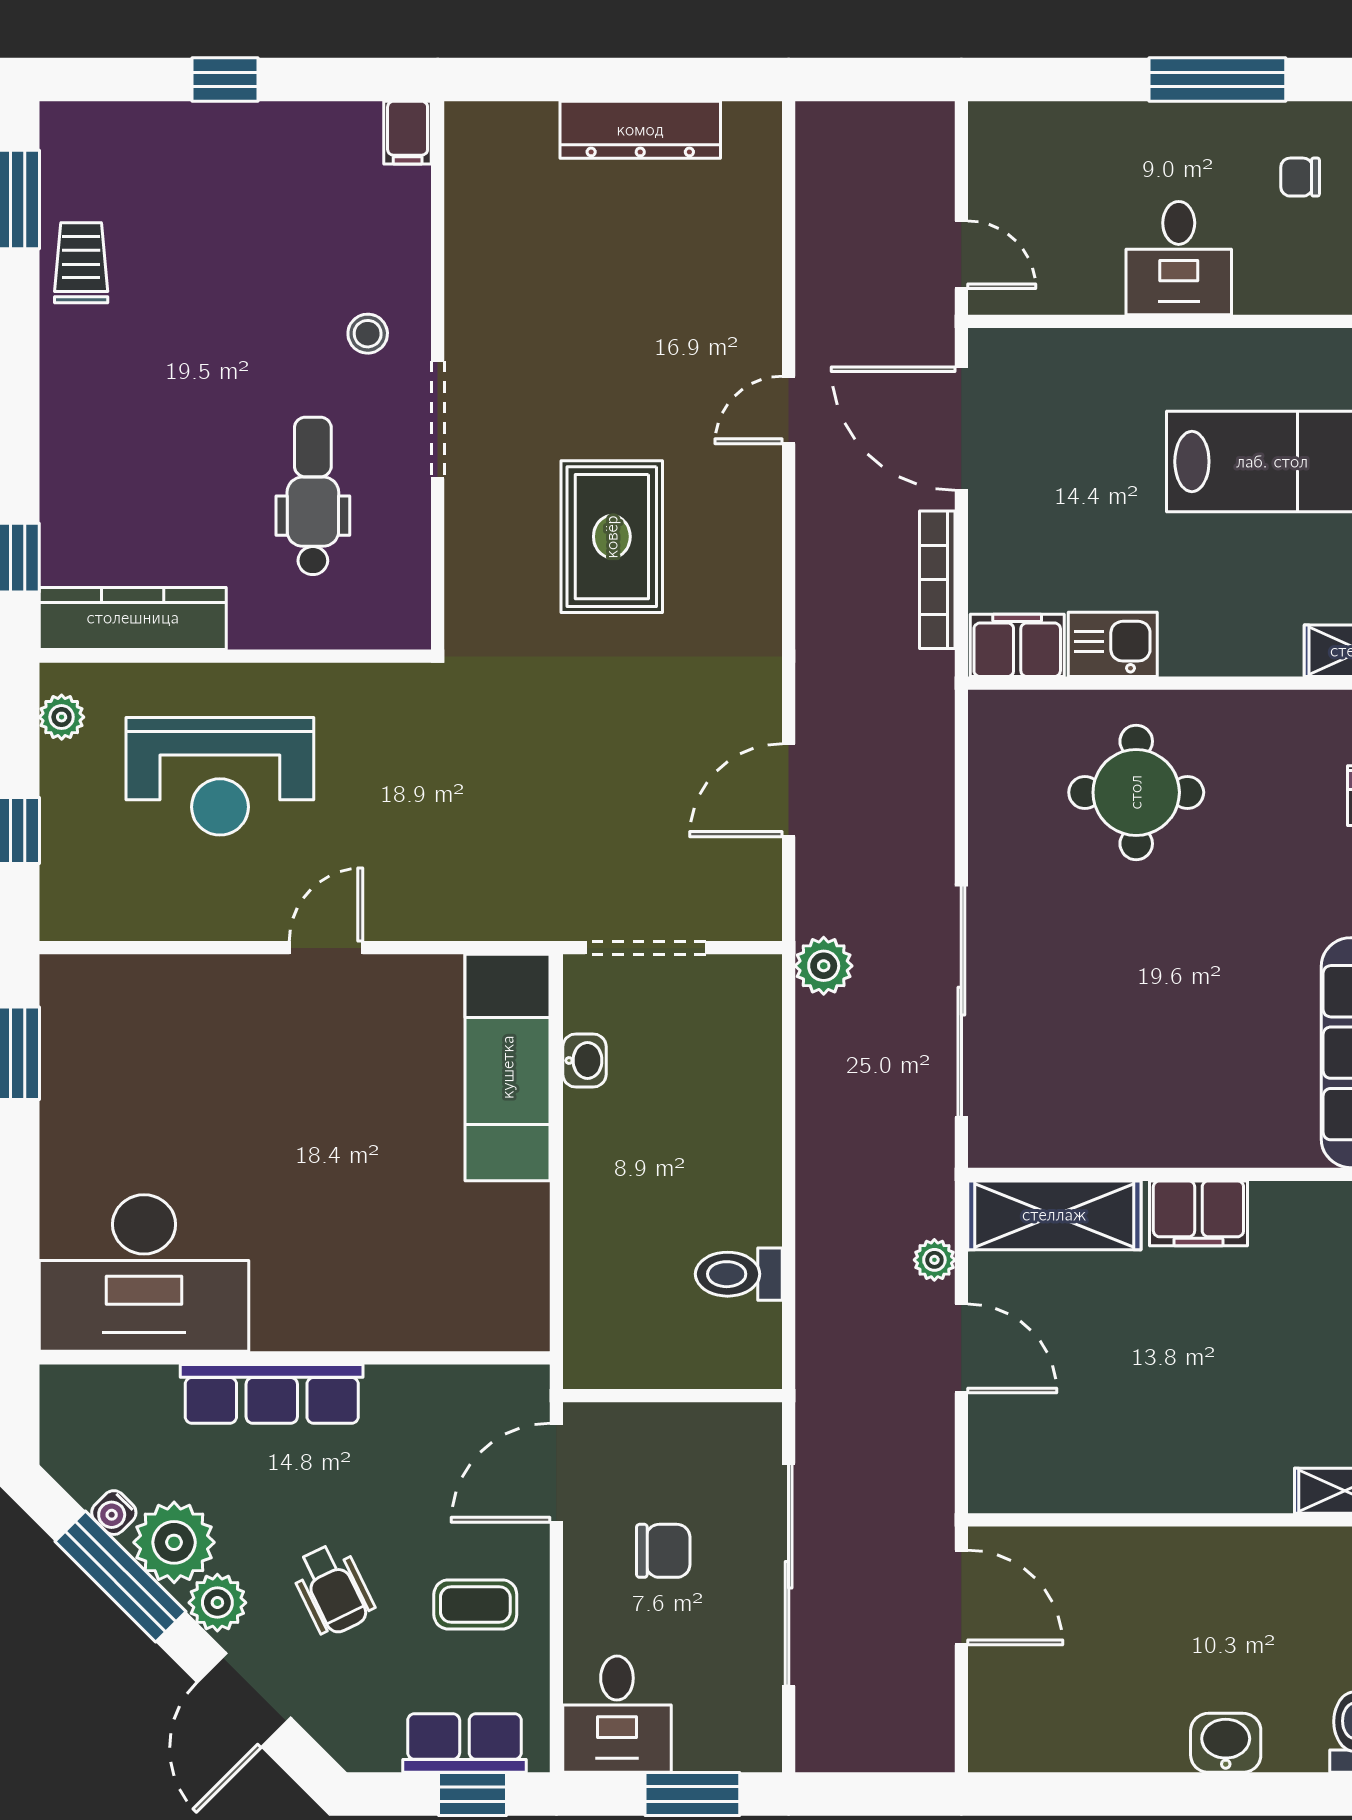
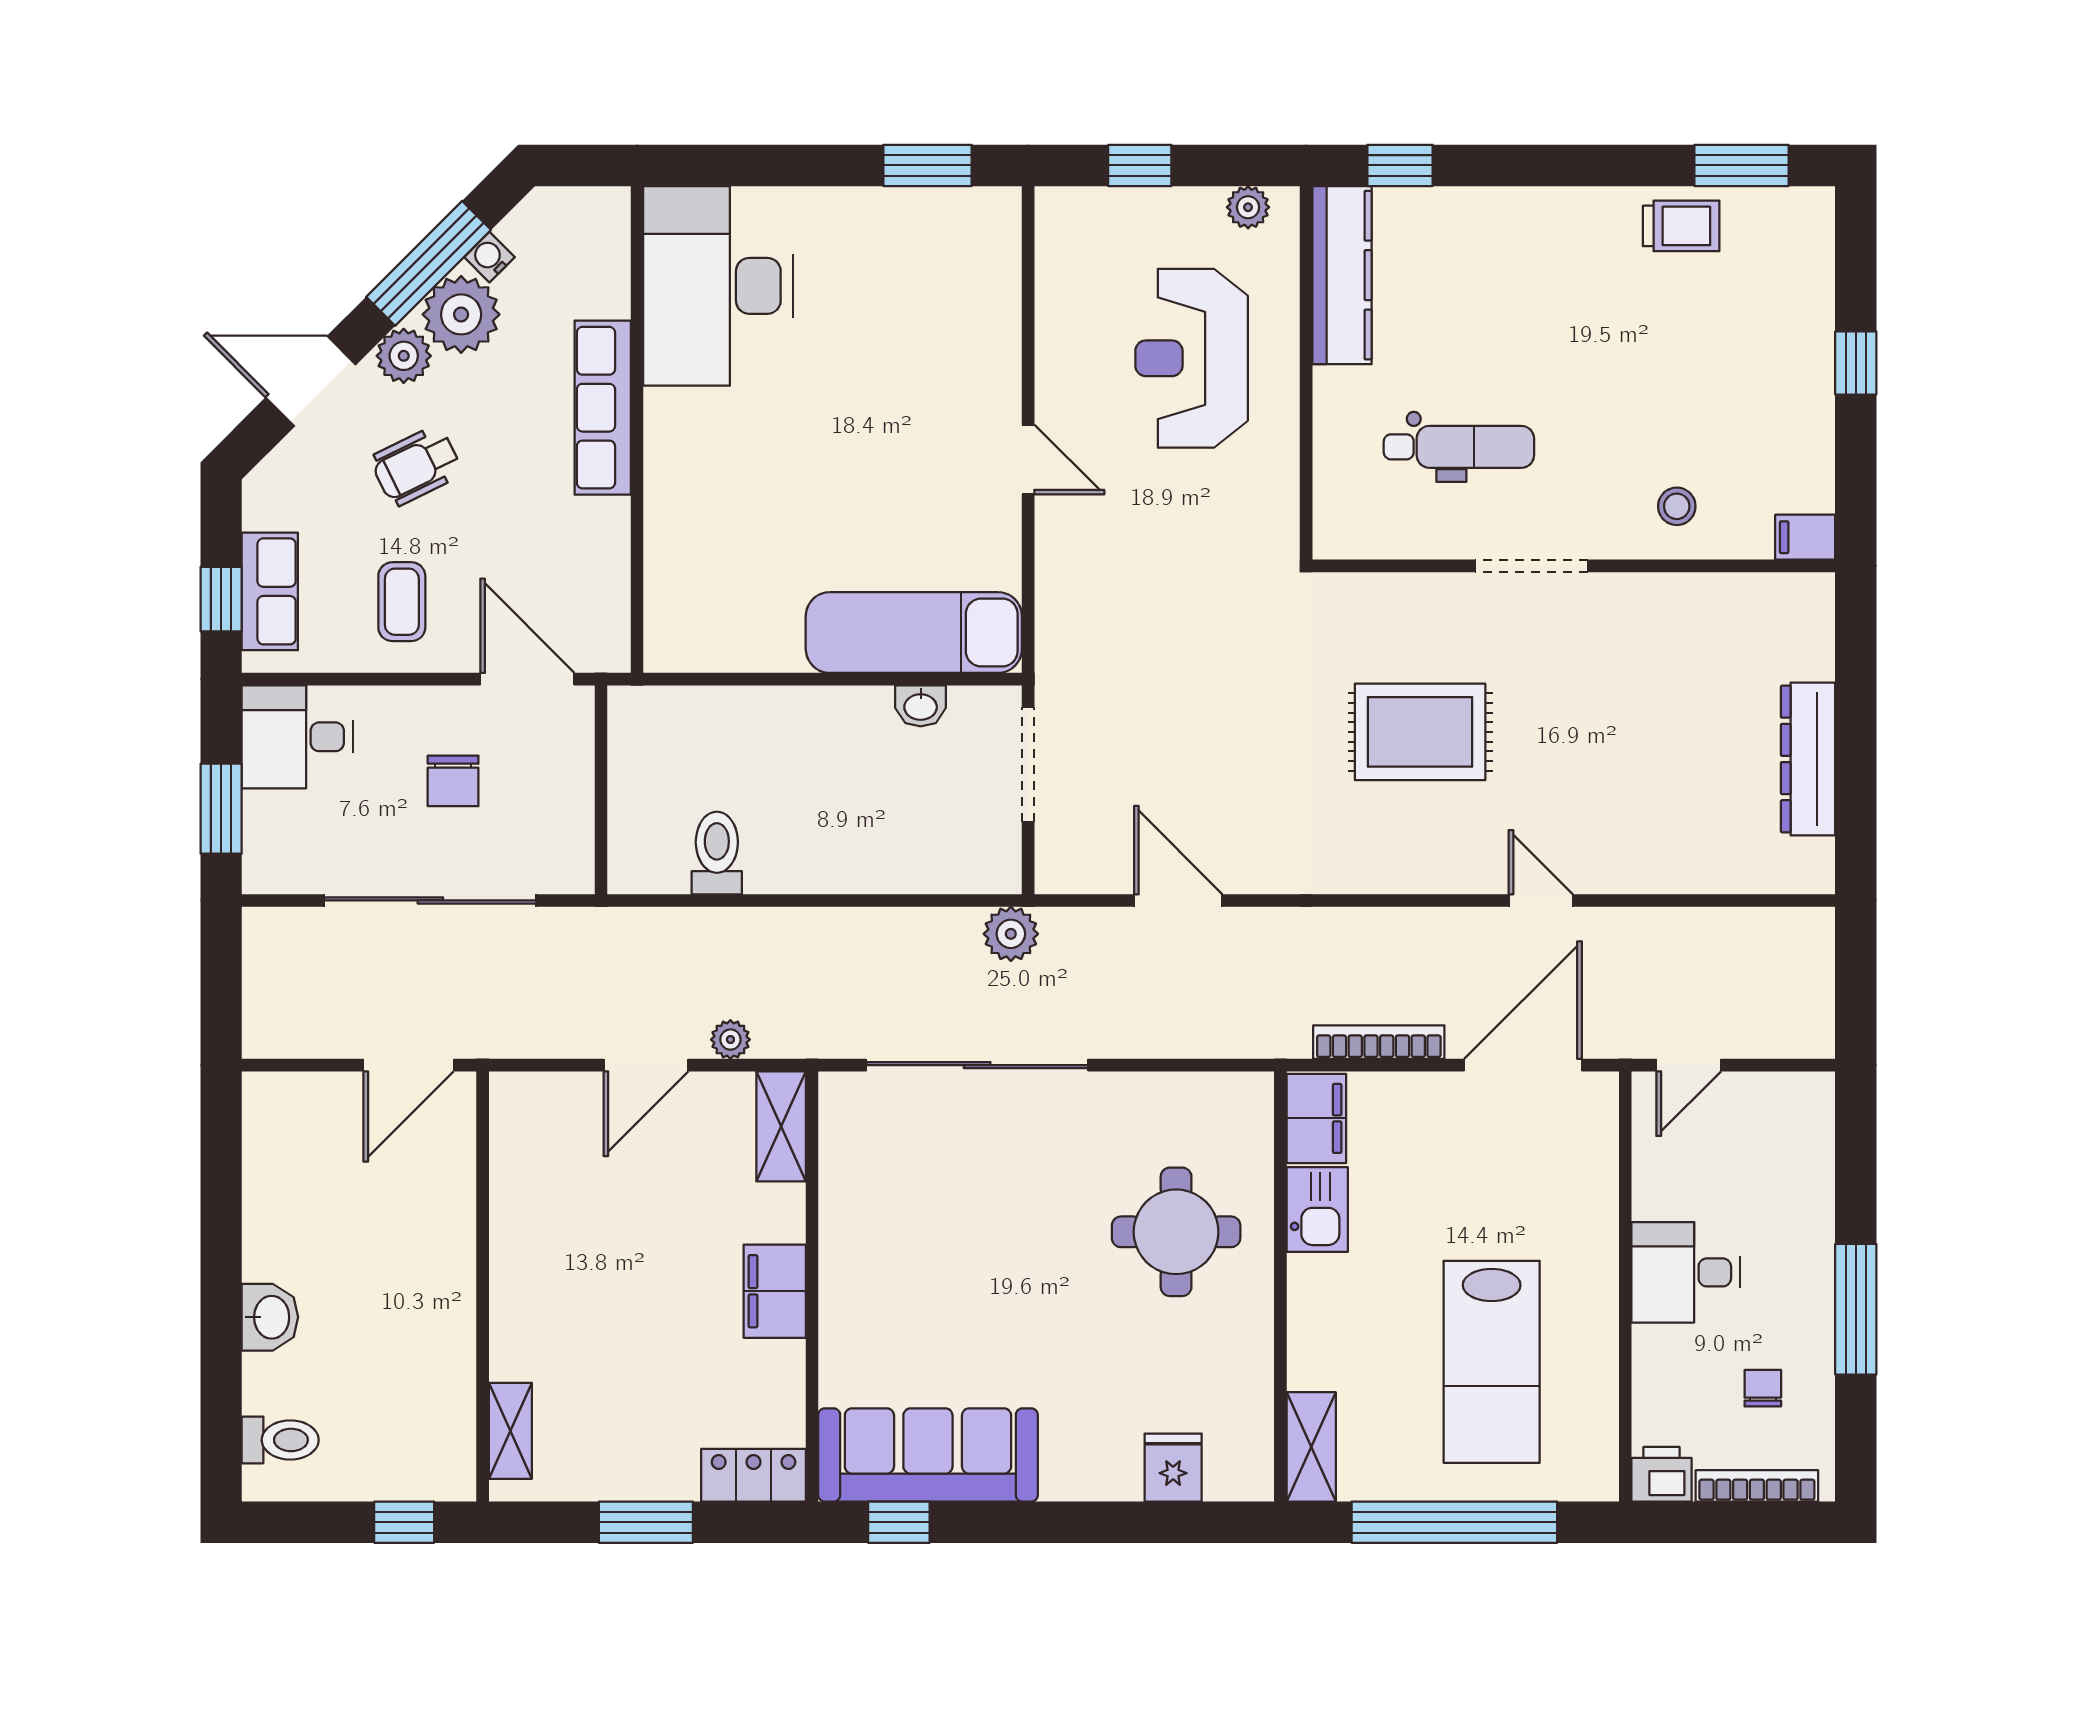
stool: (368, 334) -> (1677, 506), moved
shelving: (1054, 1215) -> (781, 1126), width x0.67, depth x0.75

